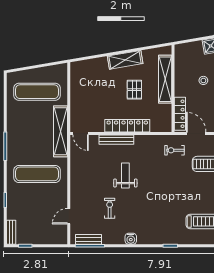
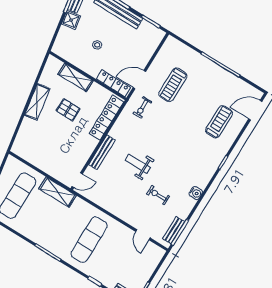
shelving: (165, 79) -> (75, 78), width x0.68
locker: (127, 126) -> (106, 118), moved
shelving: (60, 131) -> (58, 192), width x0.68

